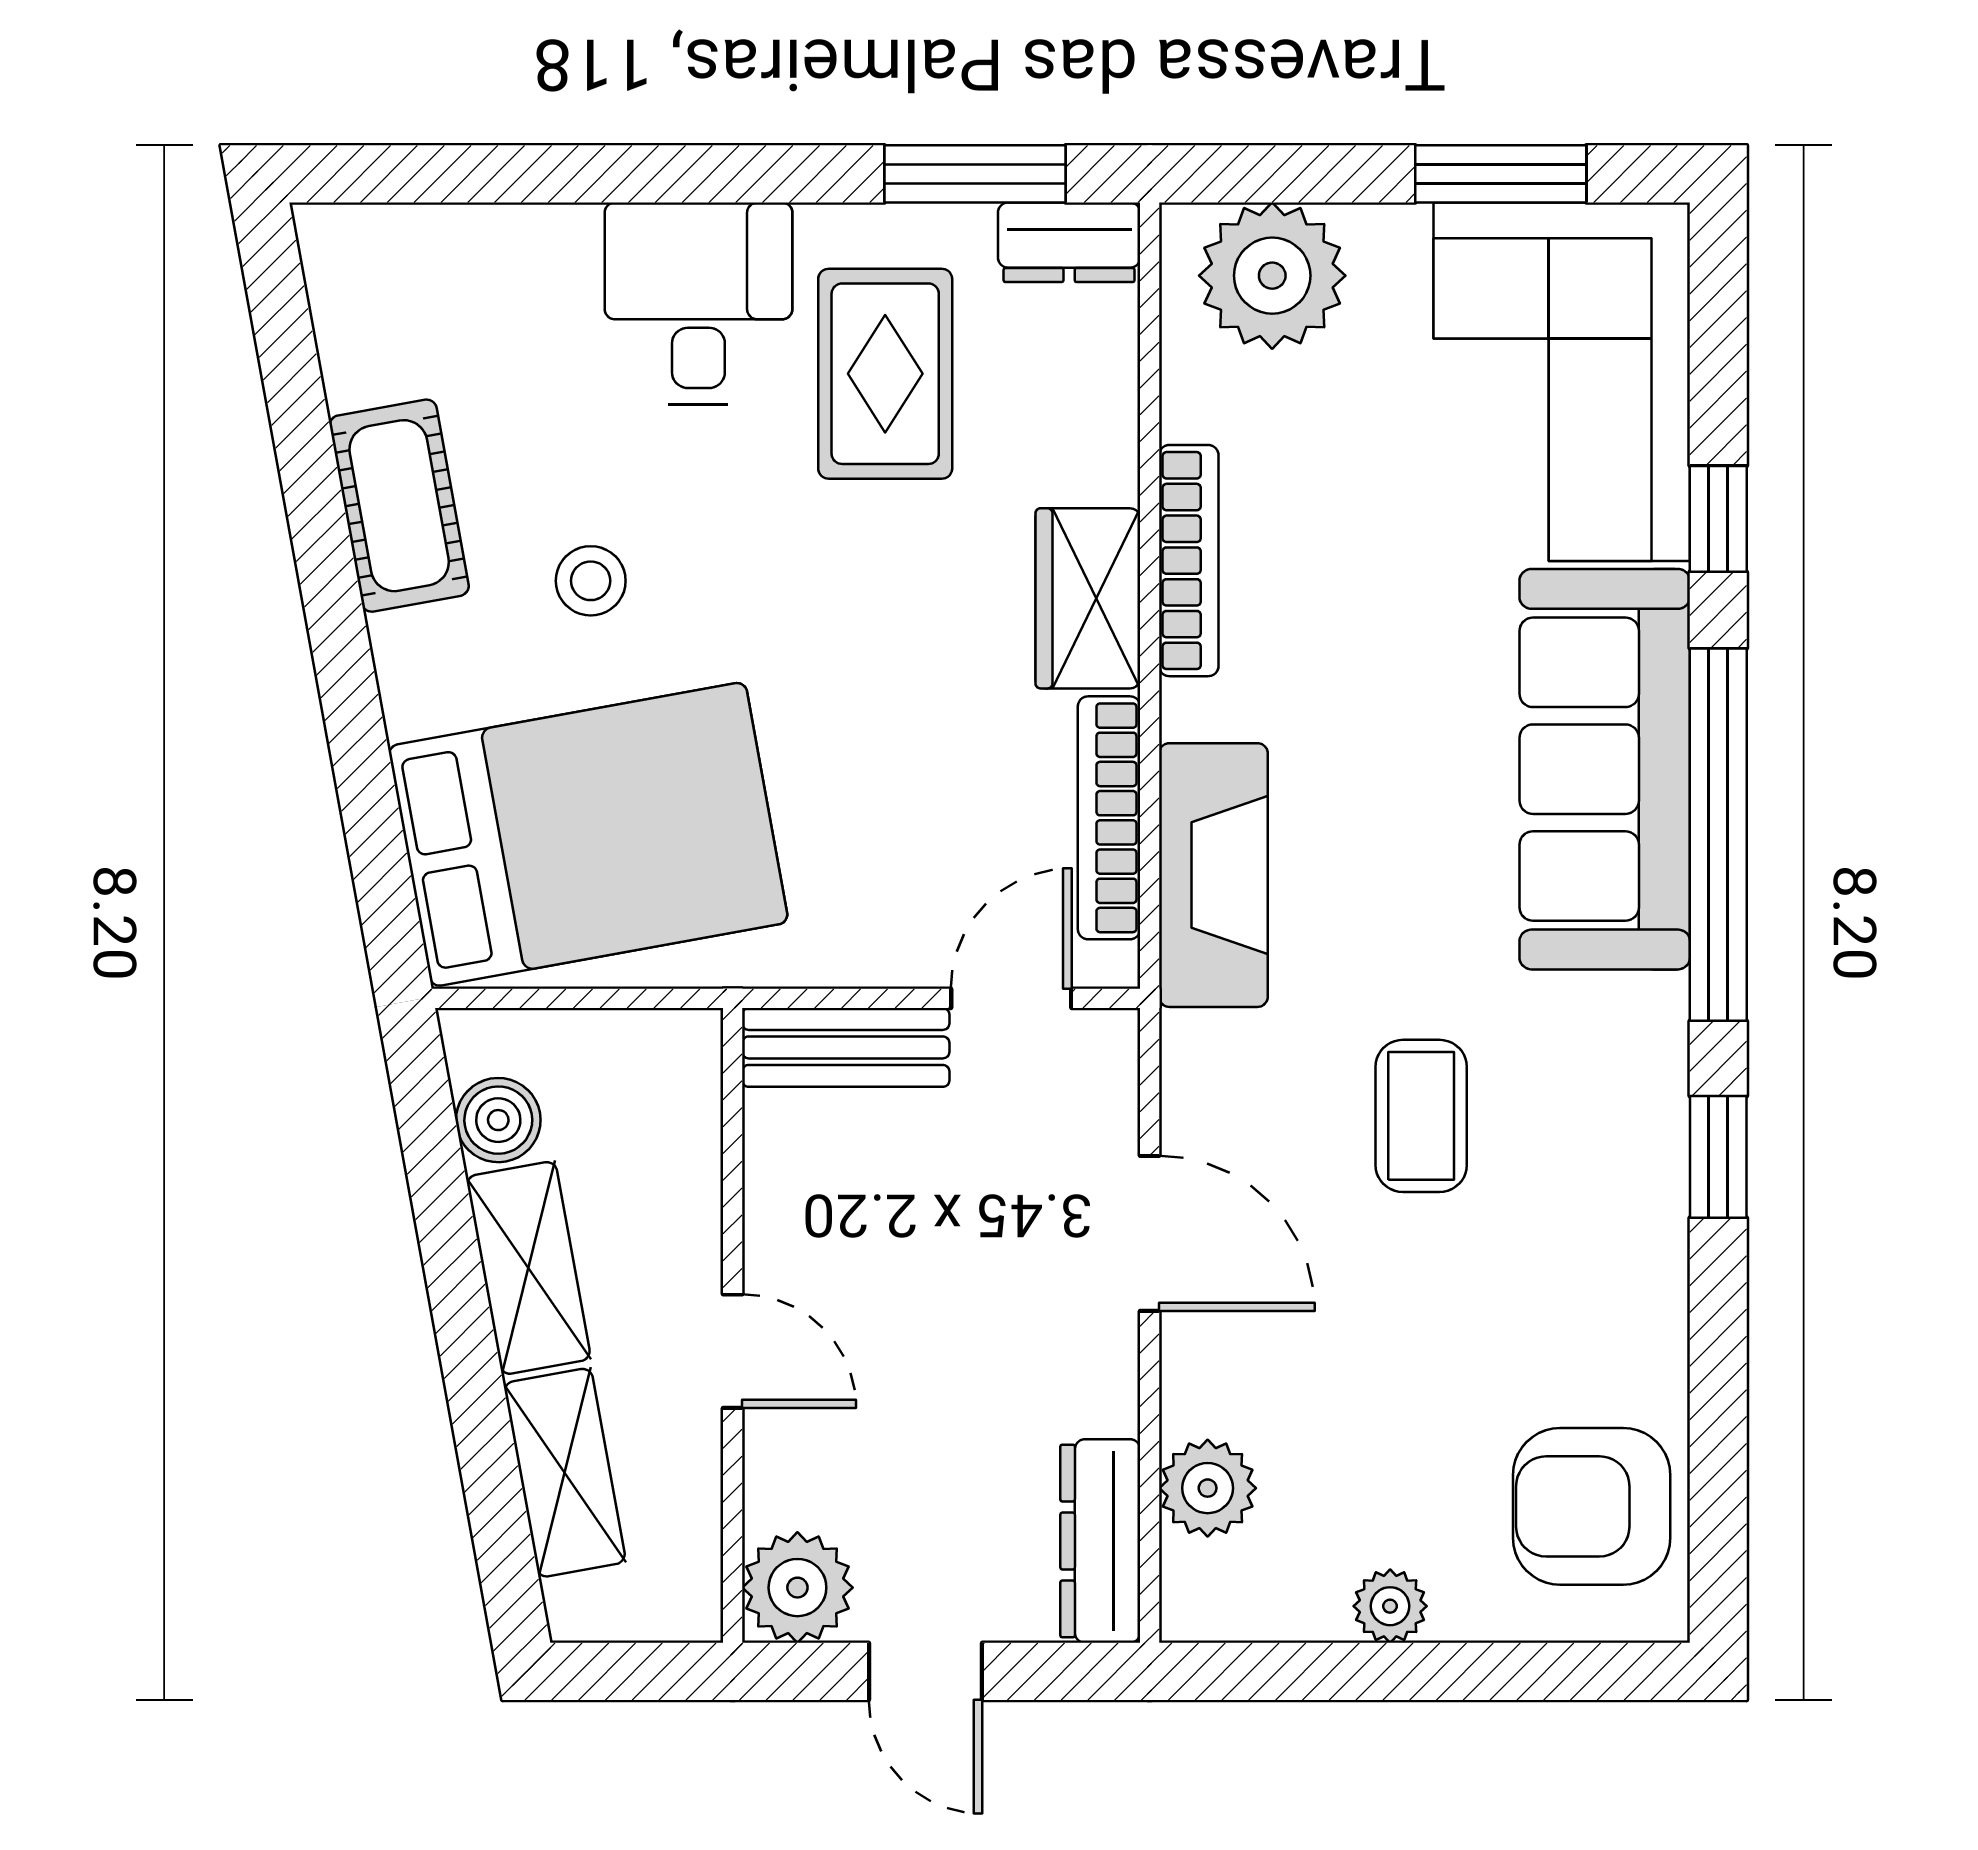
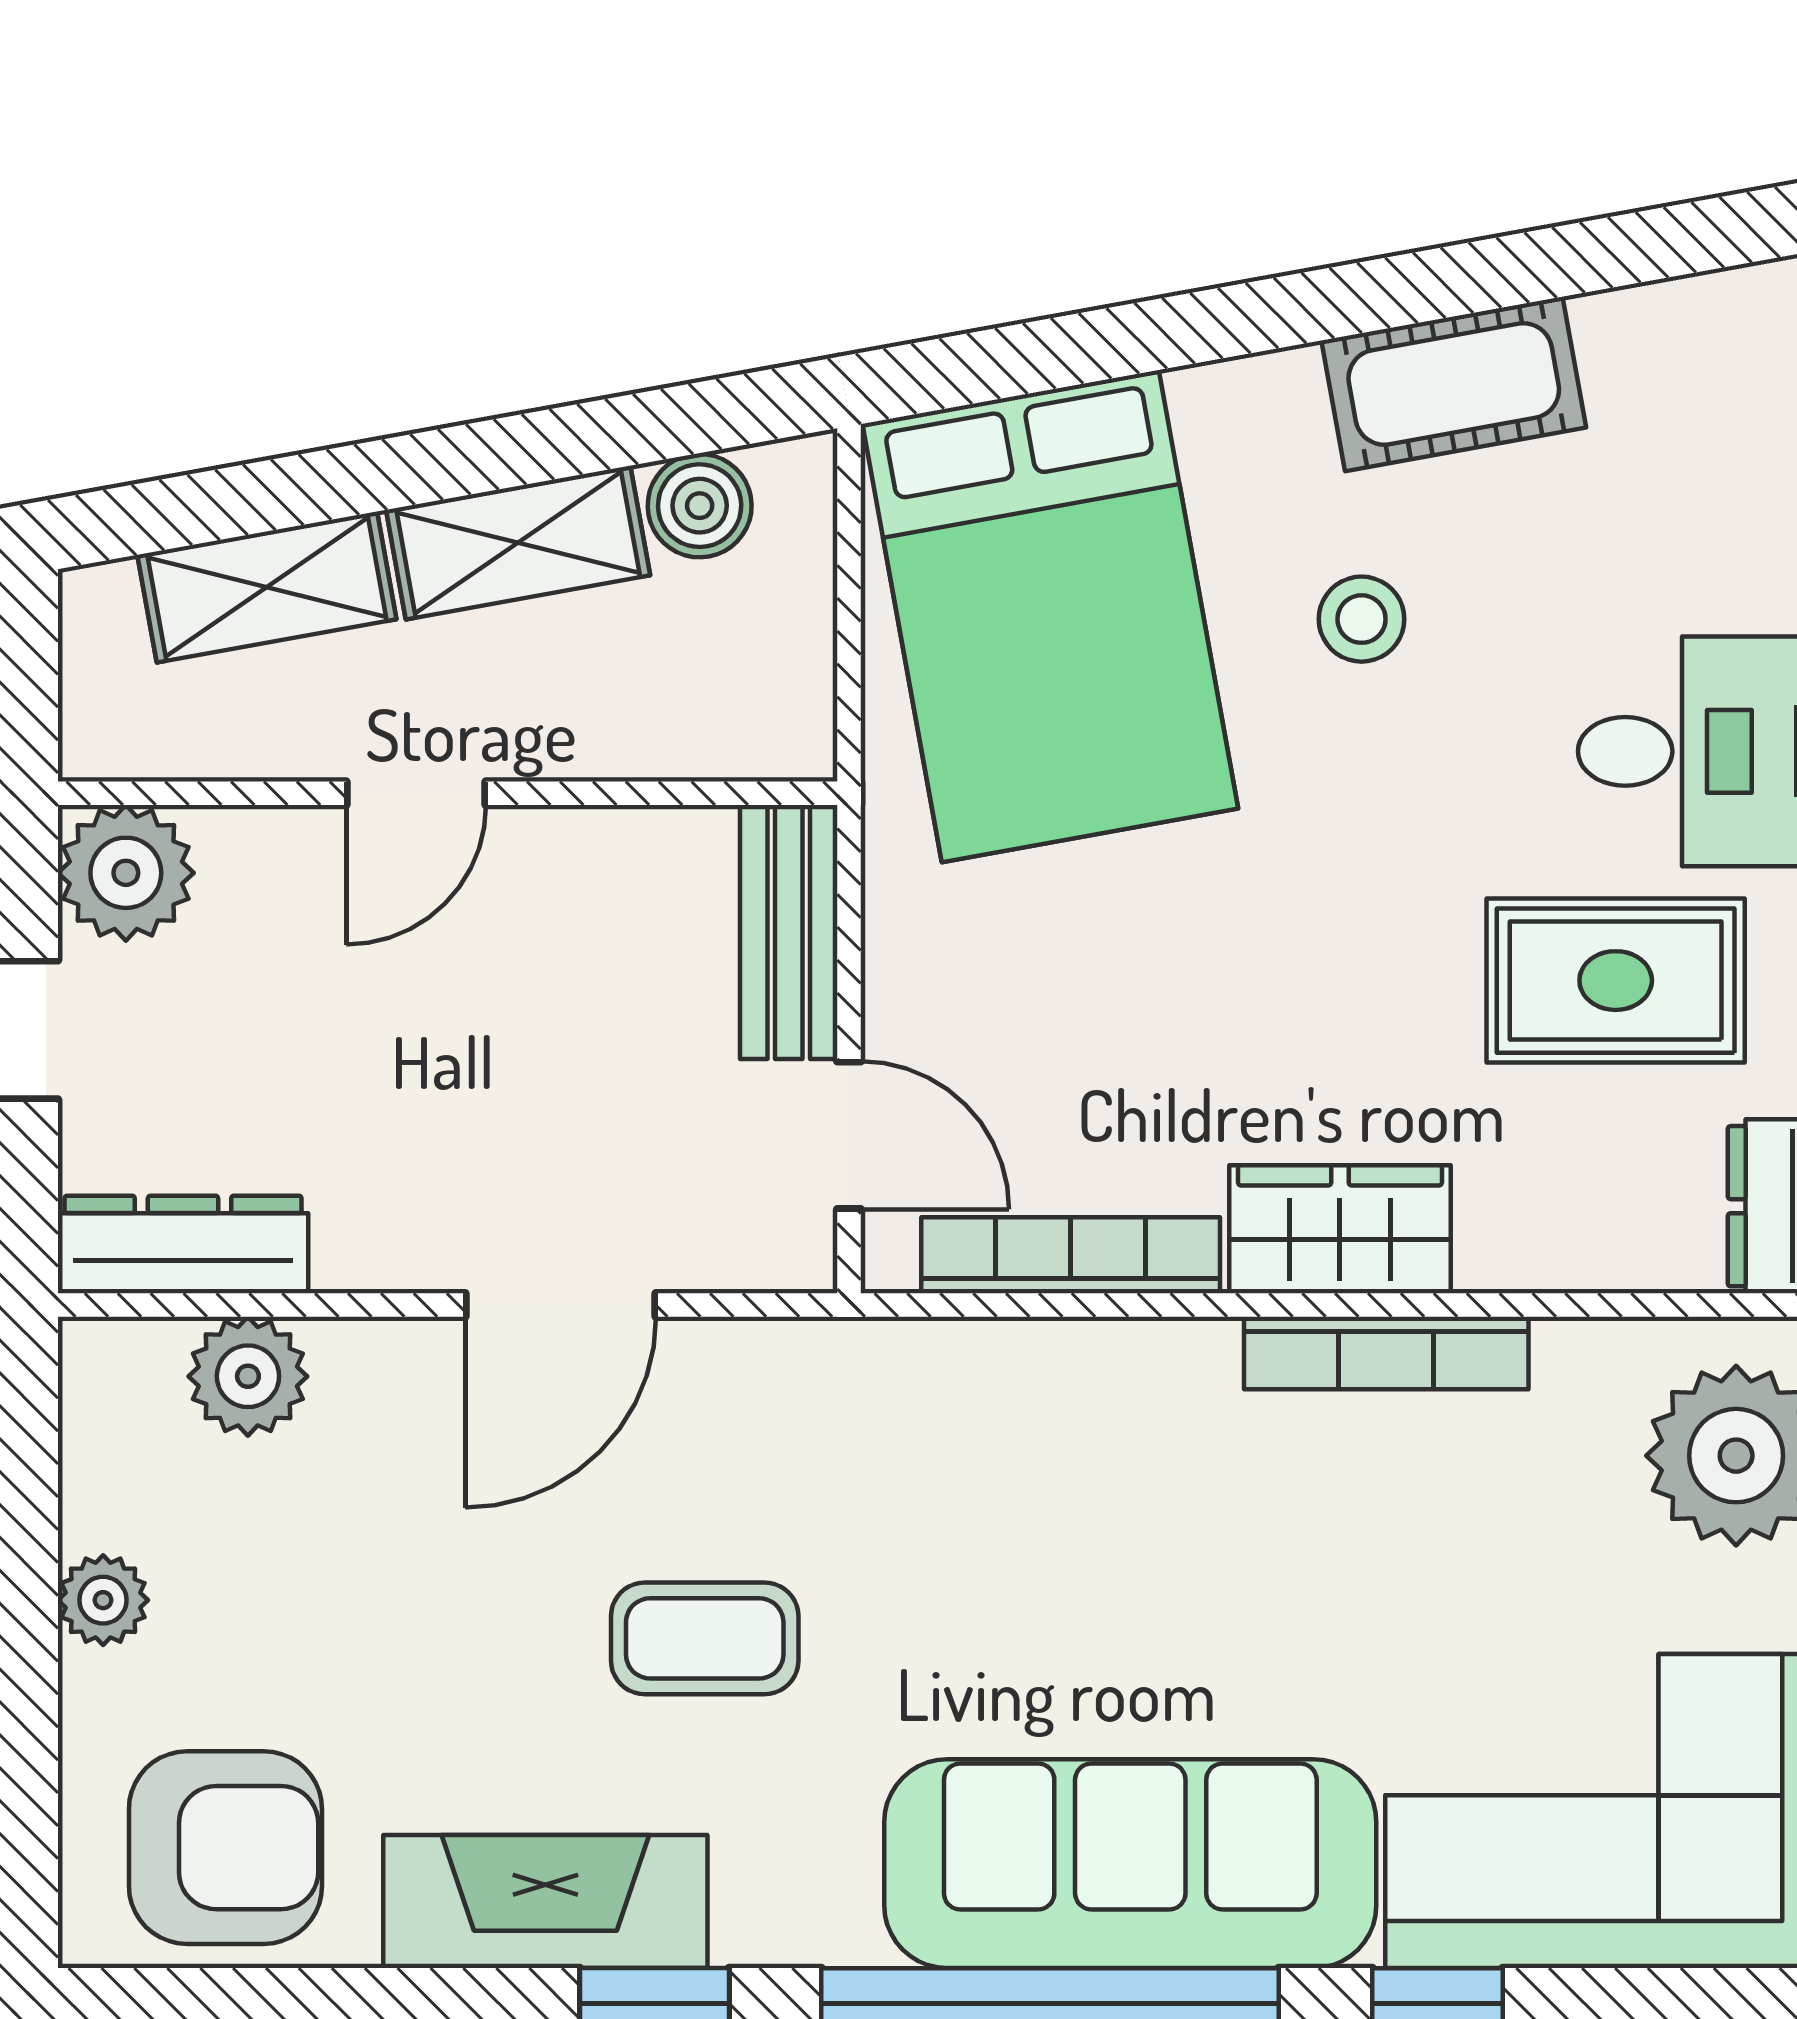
fireplace: (1213, 875) -> (545, 1902), moved, turned 180
armchair: (1592, 1506) -> (225, 1848), turned 90

